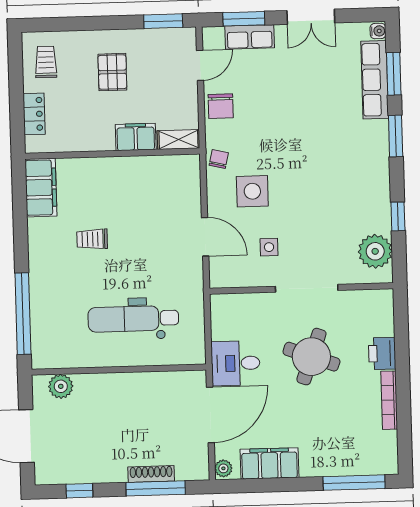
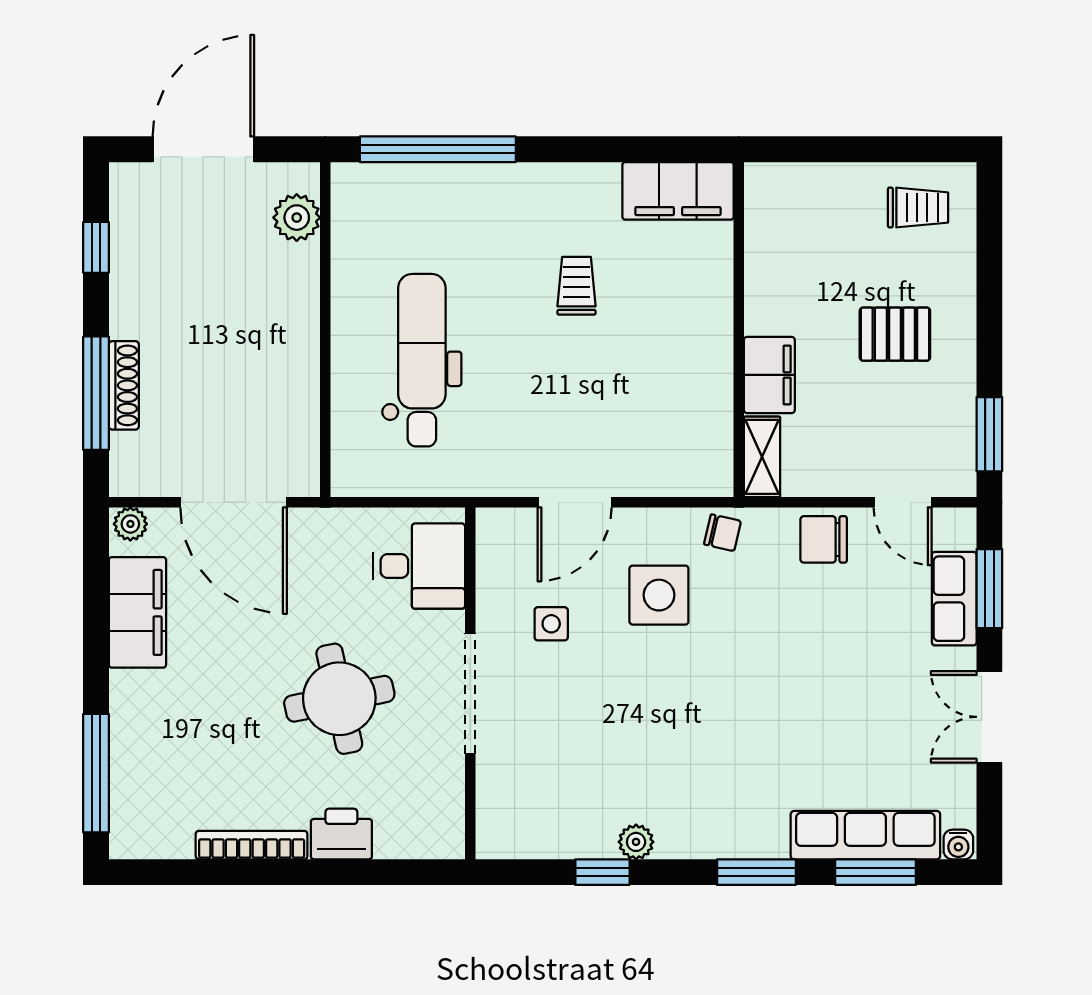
locker: (34, 114) -> (819, 182), removed
plant: (375, 251) -> (636, 842), moved, width x0.53, depth x0.53
round table: (311, 357) -> (339, 699), turned -32
desk: (236, 363) -> (419, 566), moved, turned 90

